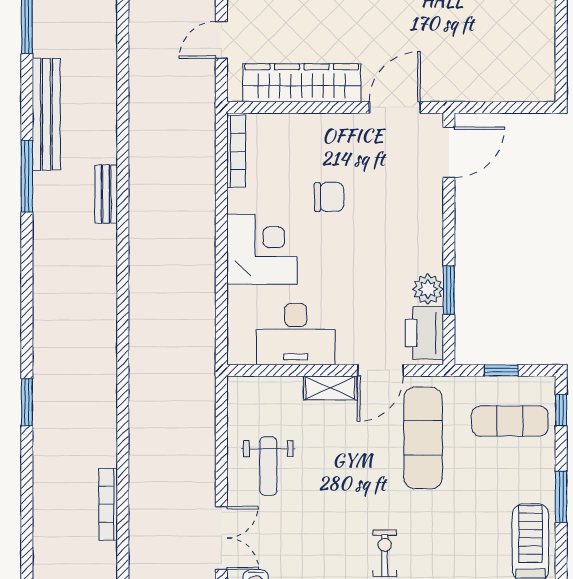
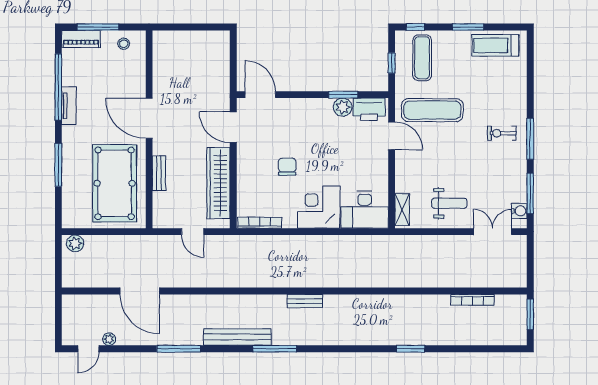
bench: (106, 194) -> (305, 301), moved
desk: (296, 334) -> (365, 210), moved, turned 90
shelving: (330, 388) -> (402, 210), moved

